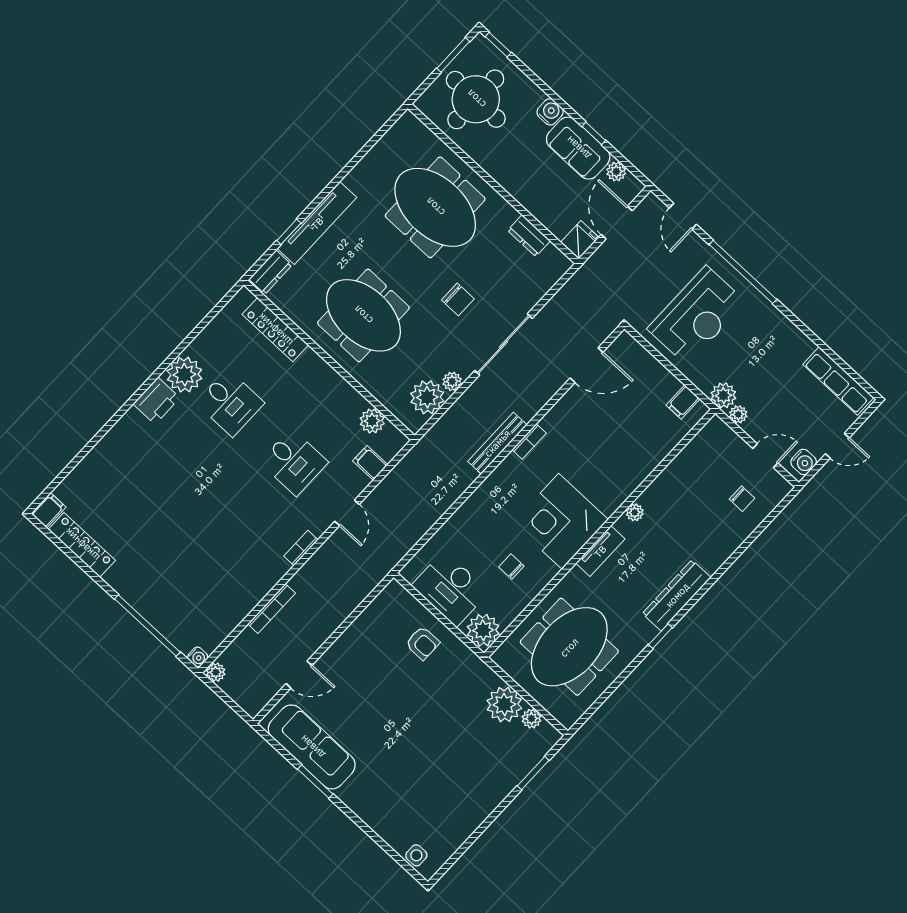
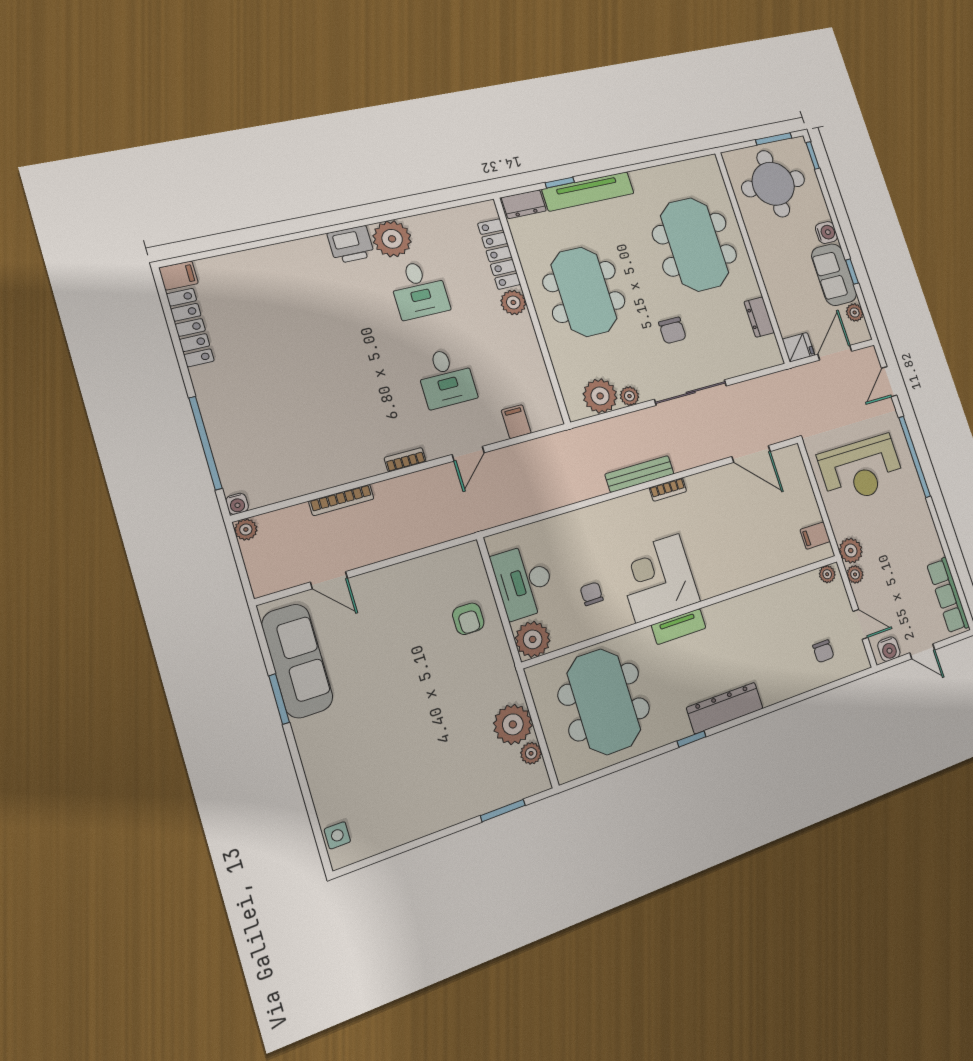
plant: (372, 421) -> (513, 302), moved
plant: (635, 512) -> (827, 574), moved
meeting table: (569, 647) -> (604, 702), turned 90

